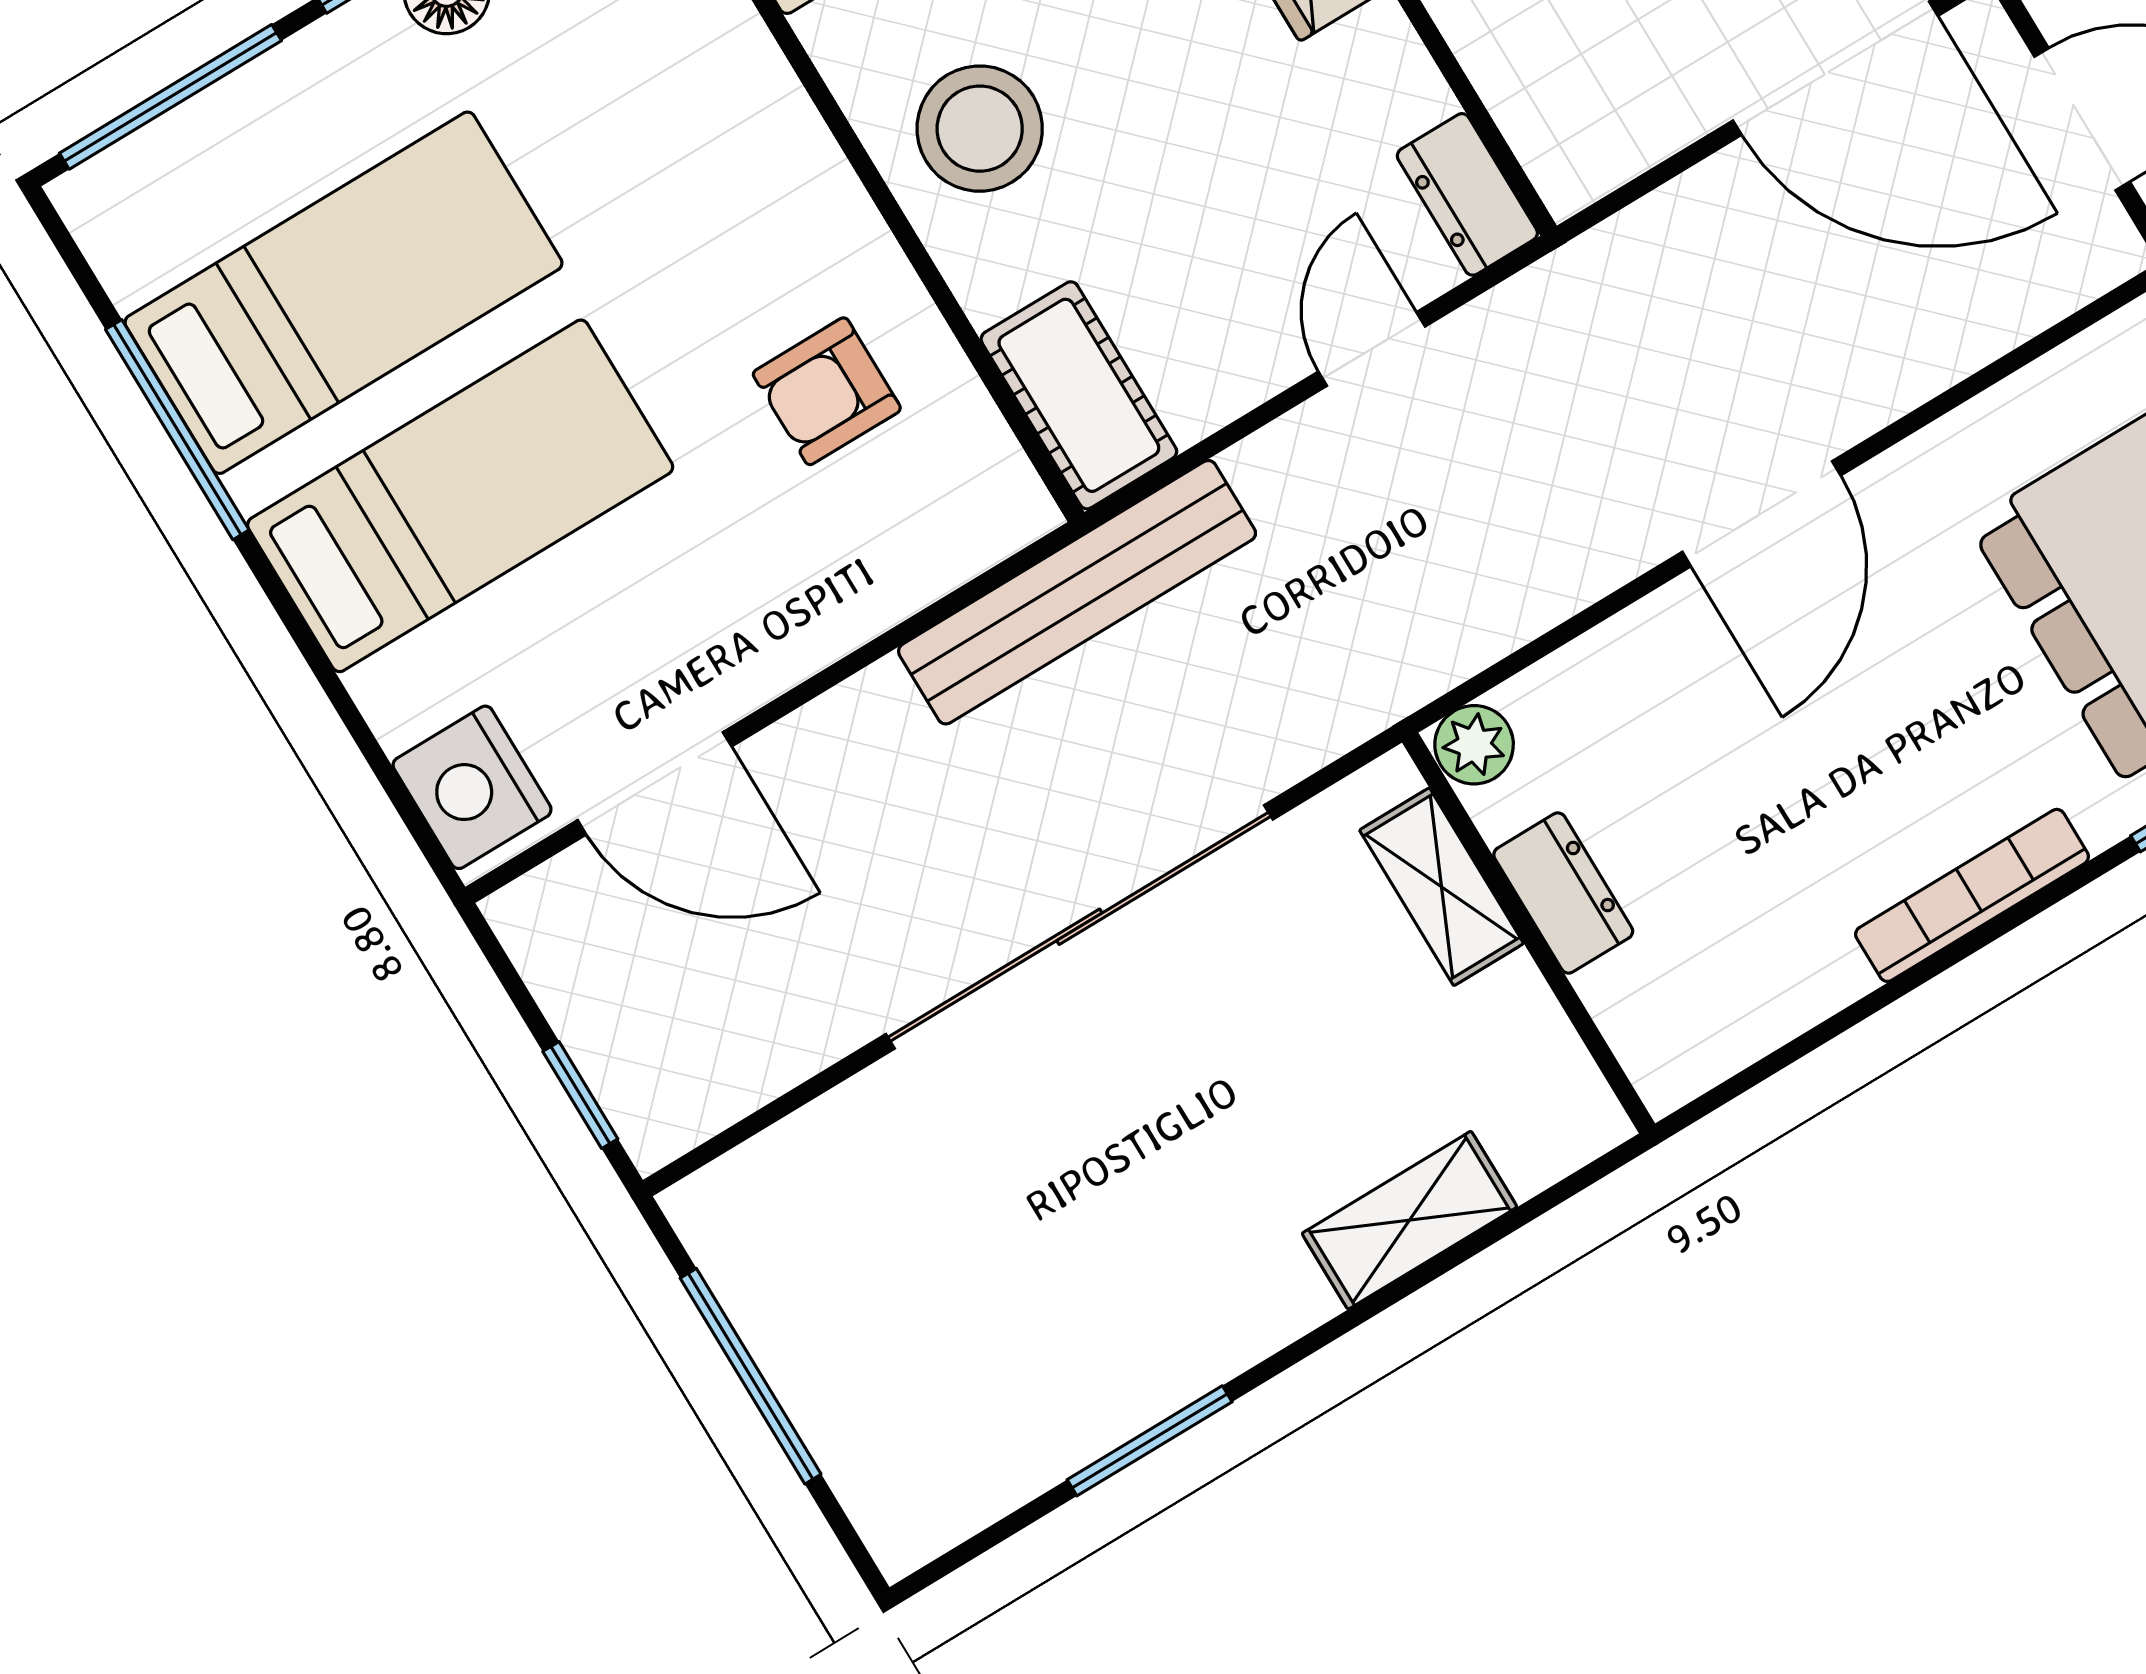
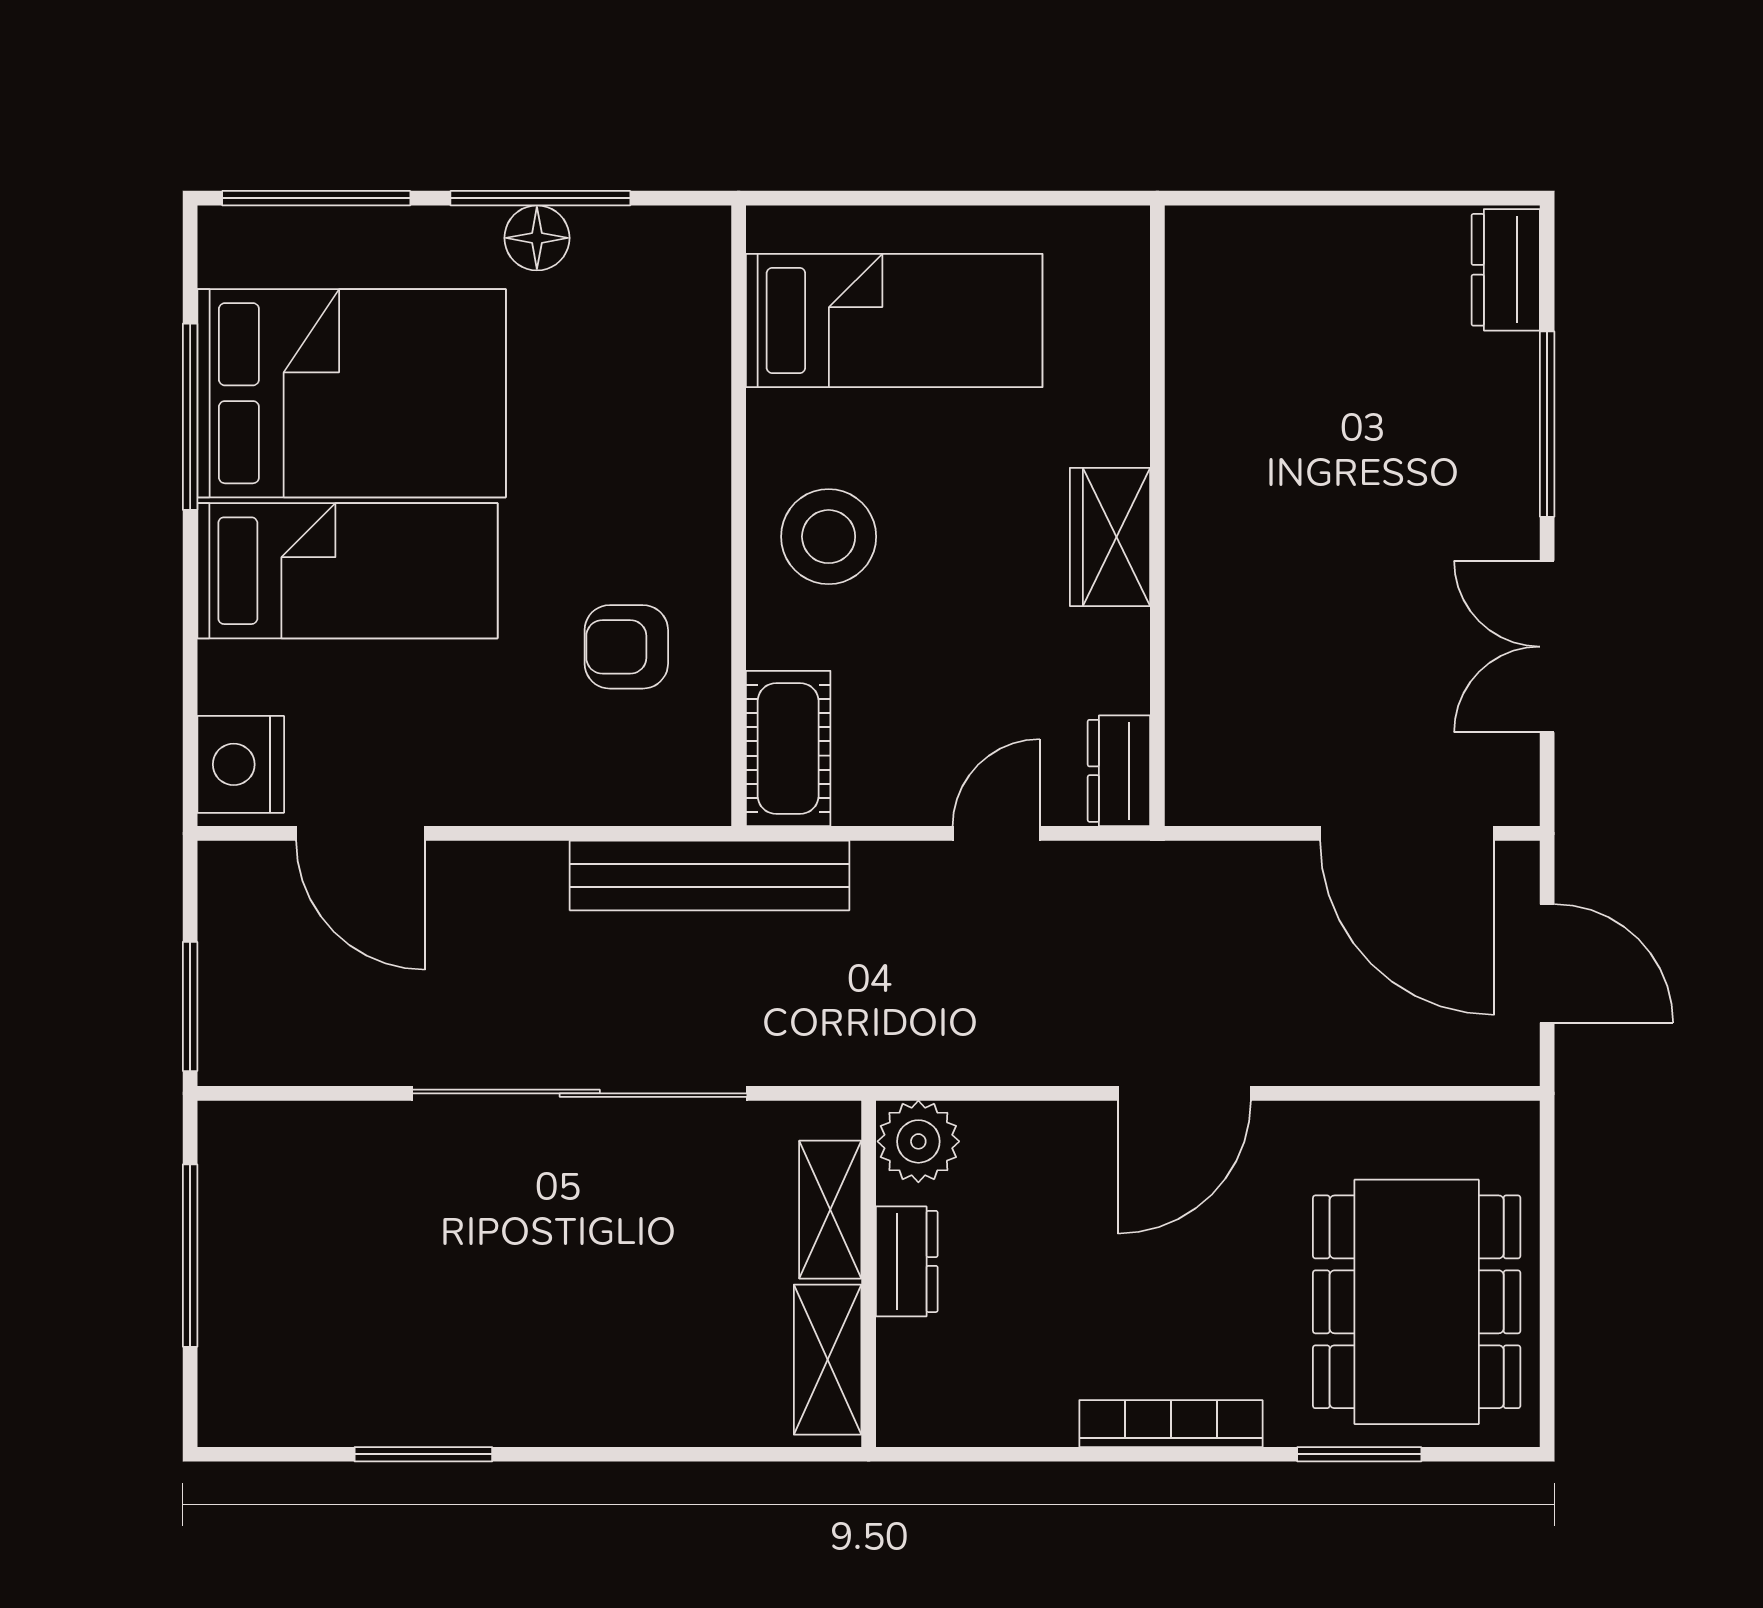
bed: (343, 293) -> (352, 393), width x1.50
plant: (1474, 745) -> (918, 1141), width x1.38, depth x1.38
window: (580, 1095) -> (190, 1006), width x1.50
shelving: (1410, 1220) -> (828, 1360), moved, turned 90

